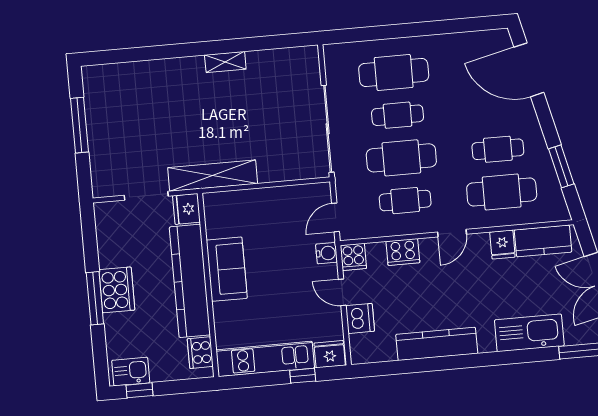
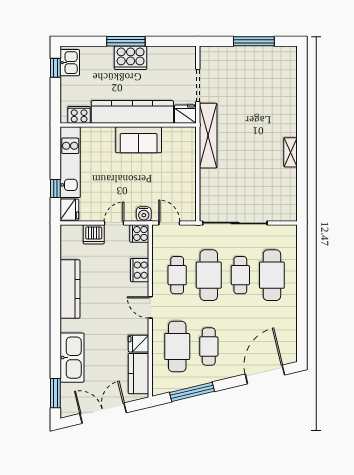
window: (561, 166) -> (192, 392), width x1.44

